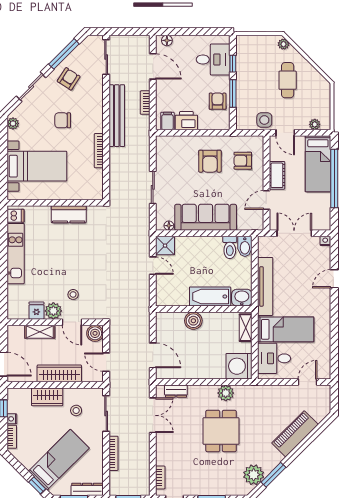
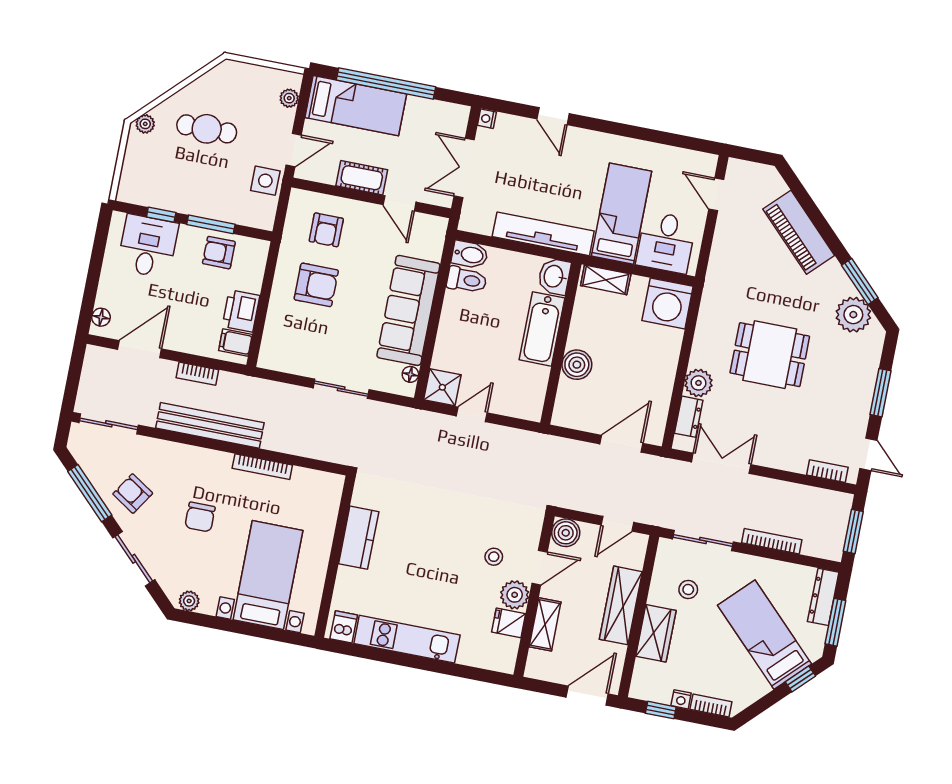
plant: (226, 393) -> (698, 383), moved

